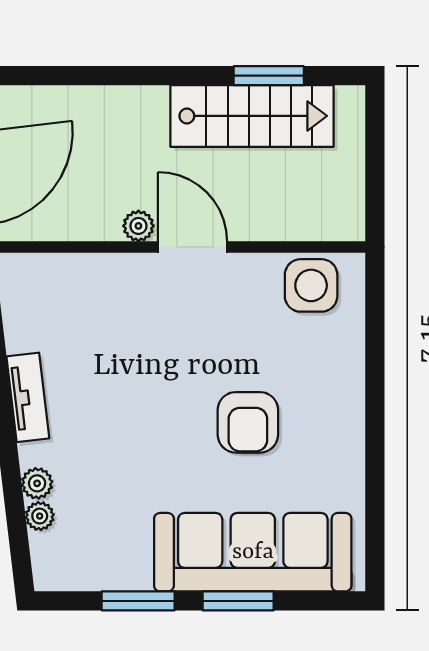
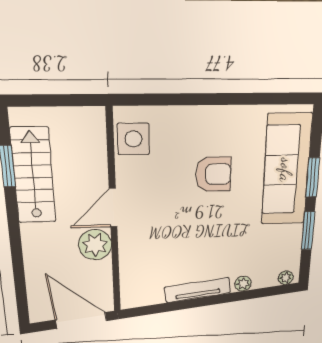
plant: (138, 226) -> (95, 245), width x1.88, depth x1.88
tv unit: (28, 397) -> (198, 290), width x1.41
plant: (40, 516) -> (286, 278), moved

